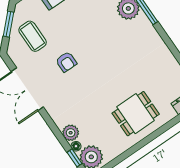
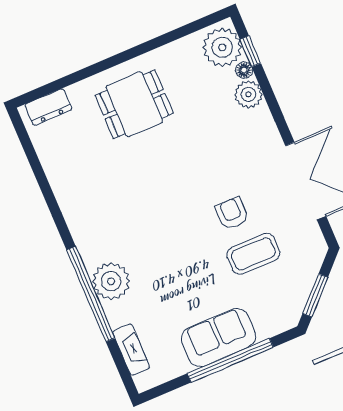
coffee table: (33, 36) -> (253, 254), moved, turned 90

